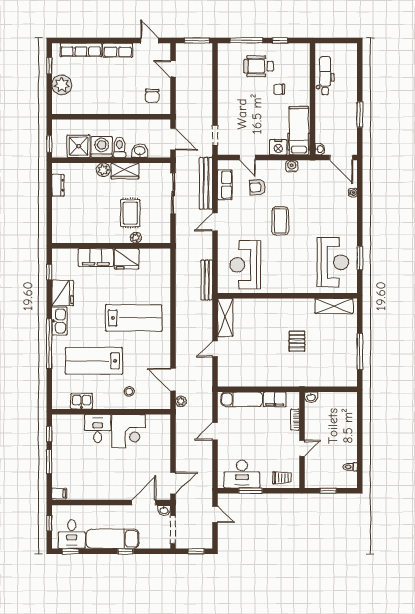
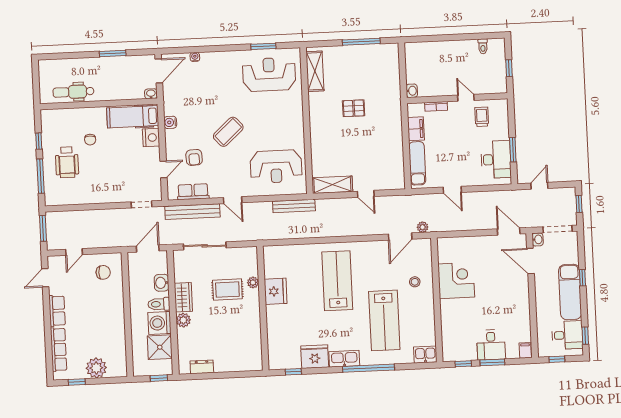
coffee table: (280, 221) -> (228, 132), turned -42
filing cabinet: (96, 257) -> (276, 324), removed
kitchen sink: (82, 401) -> (425, 355), moved, turned 90
desk: (98, 428) -> (491, 345), moved, turned -90
trolley: (282, 478) -> (482, 117), moved

